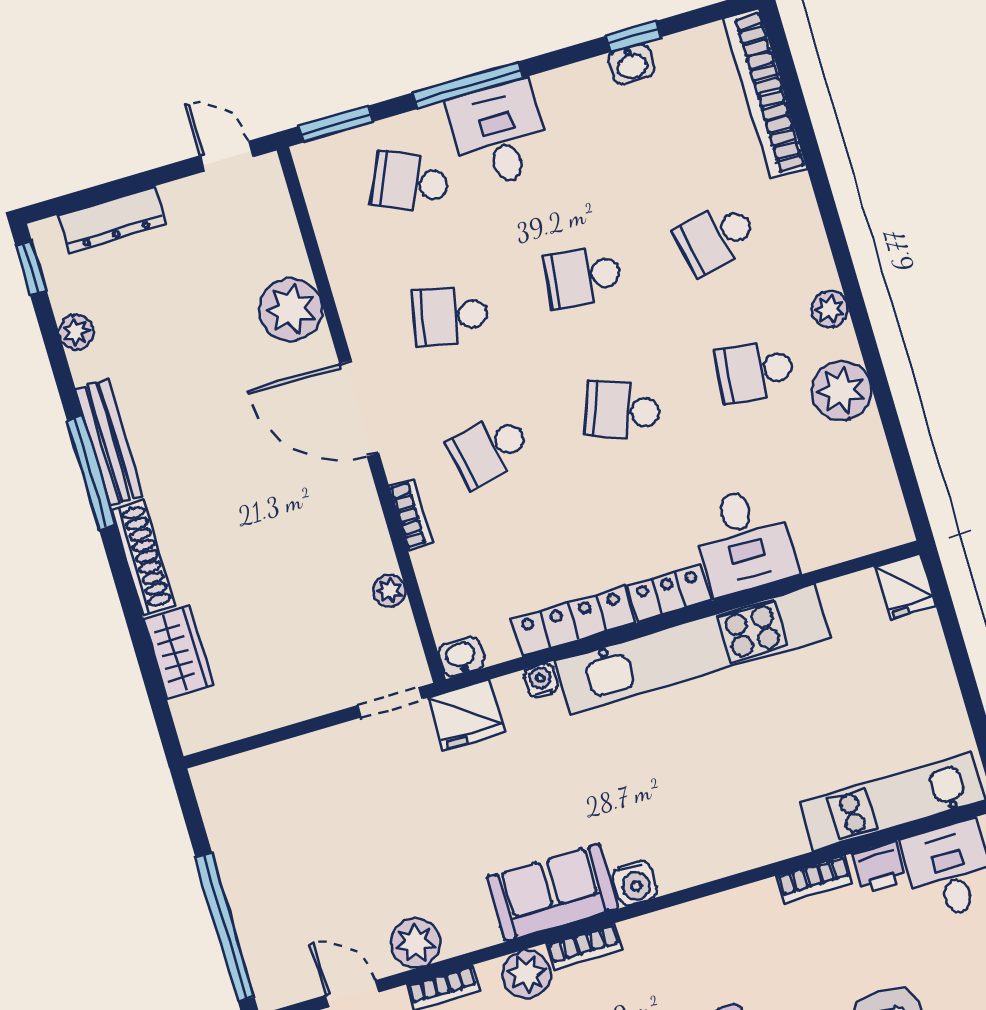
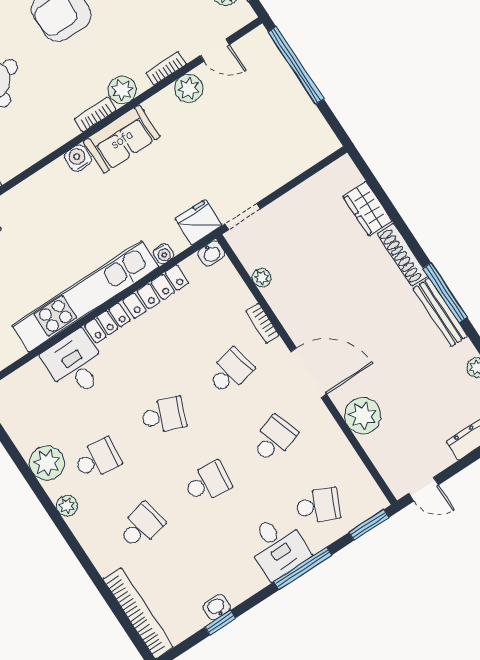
school desk: (450, 316) -> (274, 439), turned -30

